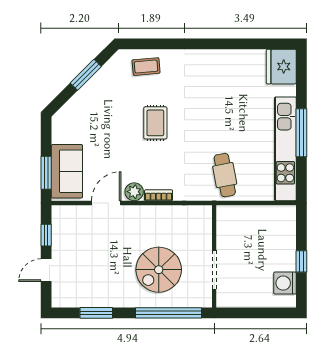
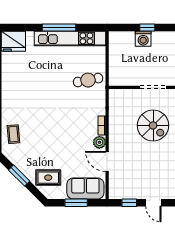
rug: (155, 123) -> (48, 178), moved
window: (46, 173) -> (76, 203), moved
washing machine: (285, 283) -> (143, 39), moved

